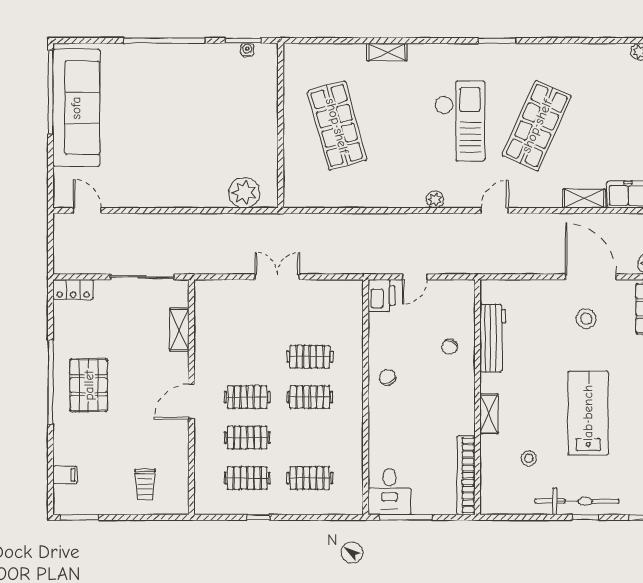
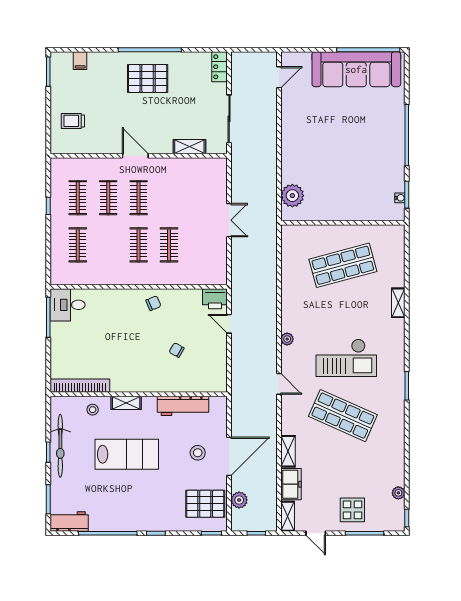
workbench: (493, 338) -> (183, 406), moved
wall: (477, 397) -> (139, 394), moved
shelving: (489, 414) -> (126, 403), moved
bookcase: (466, 475) -> (80, 386), moved

